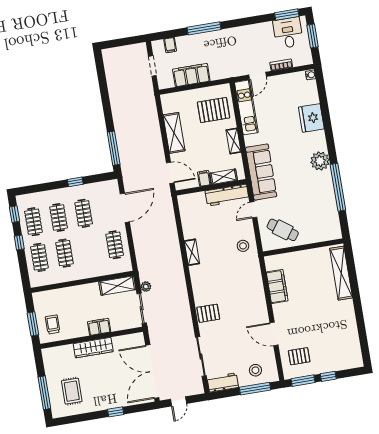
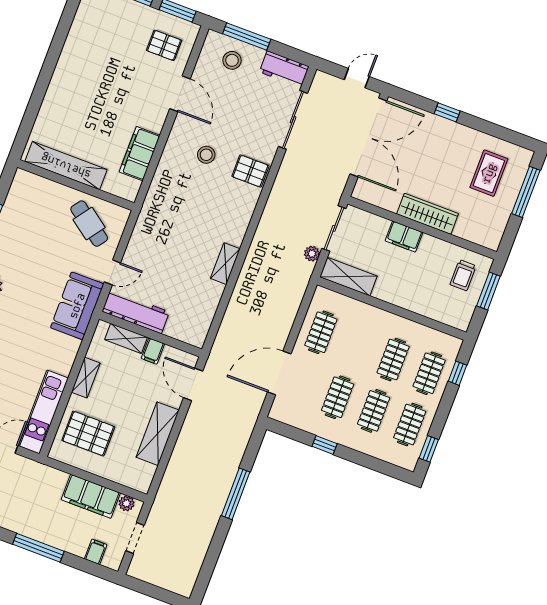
plant: (169, 83) -> (126, 503), added
window: (114, 148) -> (236, 494), moved
sofa: (261, 172) -> (77, 306), width x0.73
window: (19, 242) -> (457, 373), moved
stool: (243, 246) -> (206, 155), moved
shelving: (341, 273) -> (66, 166), moved, turned 90

